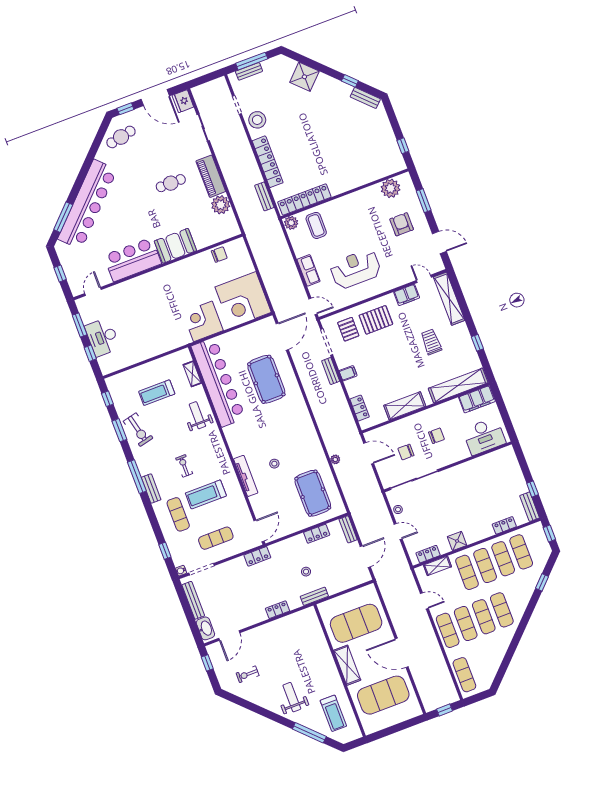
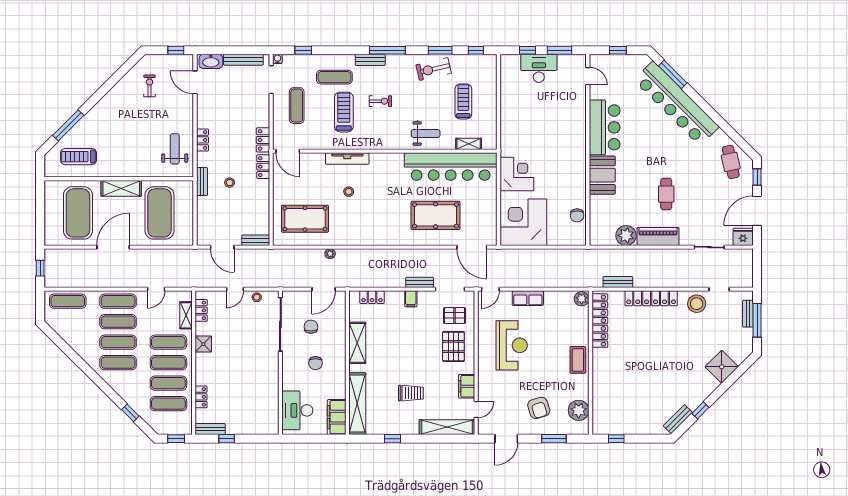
armchair: (402, 224) -> (539, 408), turned 73
coffee table: (316, 225) -> (578, 360), moved, turned 90
locker: (317, 534) -> (263, 167), moved
weight bench: (292, 697) -> (175, 149), moved, turned -90

